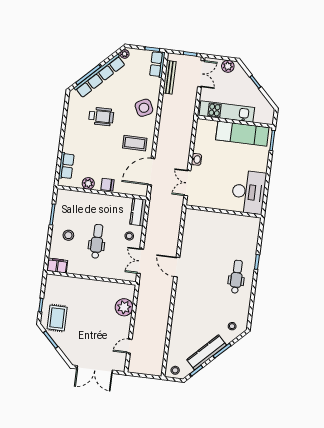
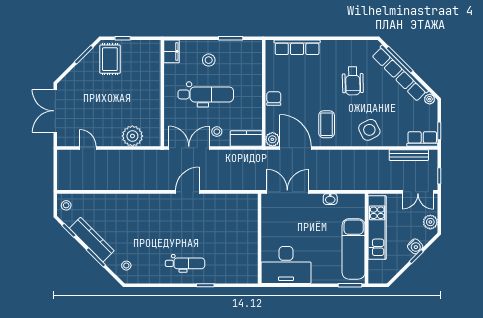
water cooler: (247, 82) -> (415, 246), added
washbasin: (196, 159) -> (330, 199), moved
row of seats: (66, 166) -> (297, 47), width x1.48
plant: (88, 183) -> (272, 139), moved
double door: (187, 183) -> (287, 192), width x1.37
dental chair: (97, 241) -> (206, 94), width x1.36, depth x1.38
double door: (140, 261) -> (189, 148), width x1.37
rug: (57, 318) -> (110, 59), turned 90

